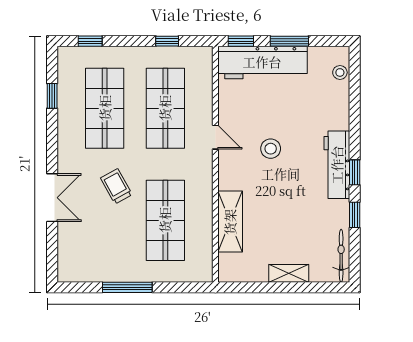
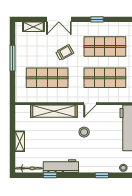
window: (52, 96) -> (97, 19), moved
workbench: (337, 165) -> (61, 166), moved
window: (355, 172) -> (102, 175), moved
shelving: (230, 222) -> (54, 111), width x1.47
shelving: (67, 247) -> (33, 27), added

